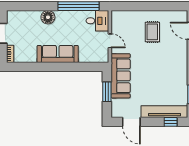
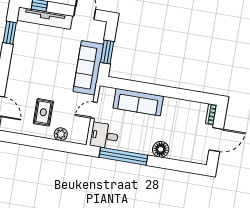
plant: (134, 16) -> (61, 134), added
door: (110, 41) -> (94, 110), hinge flipped
sofa: (58, 54) -> (138, 102), moved

